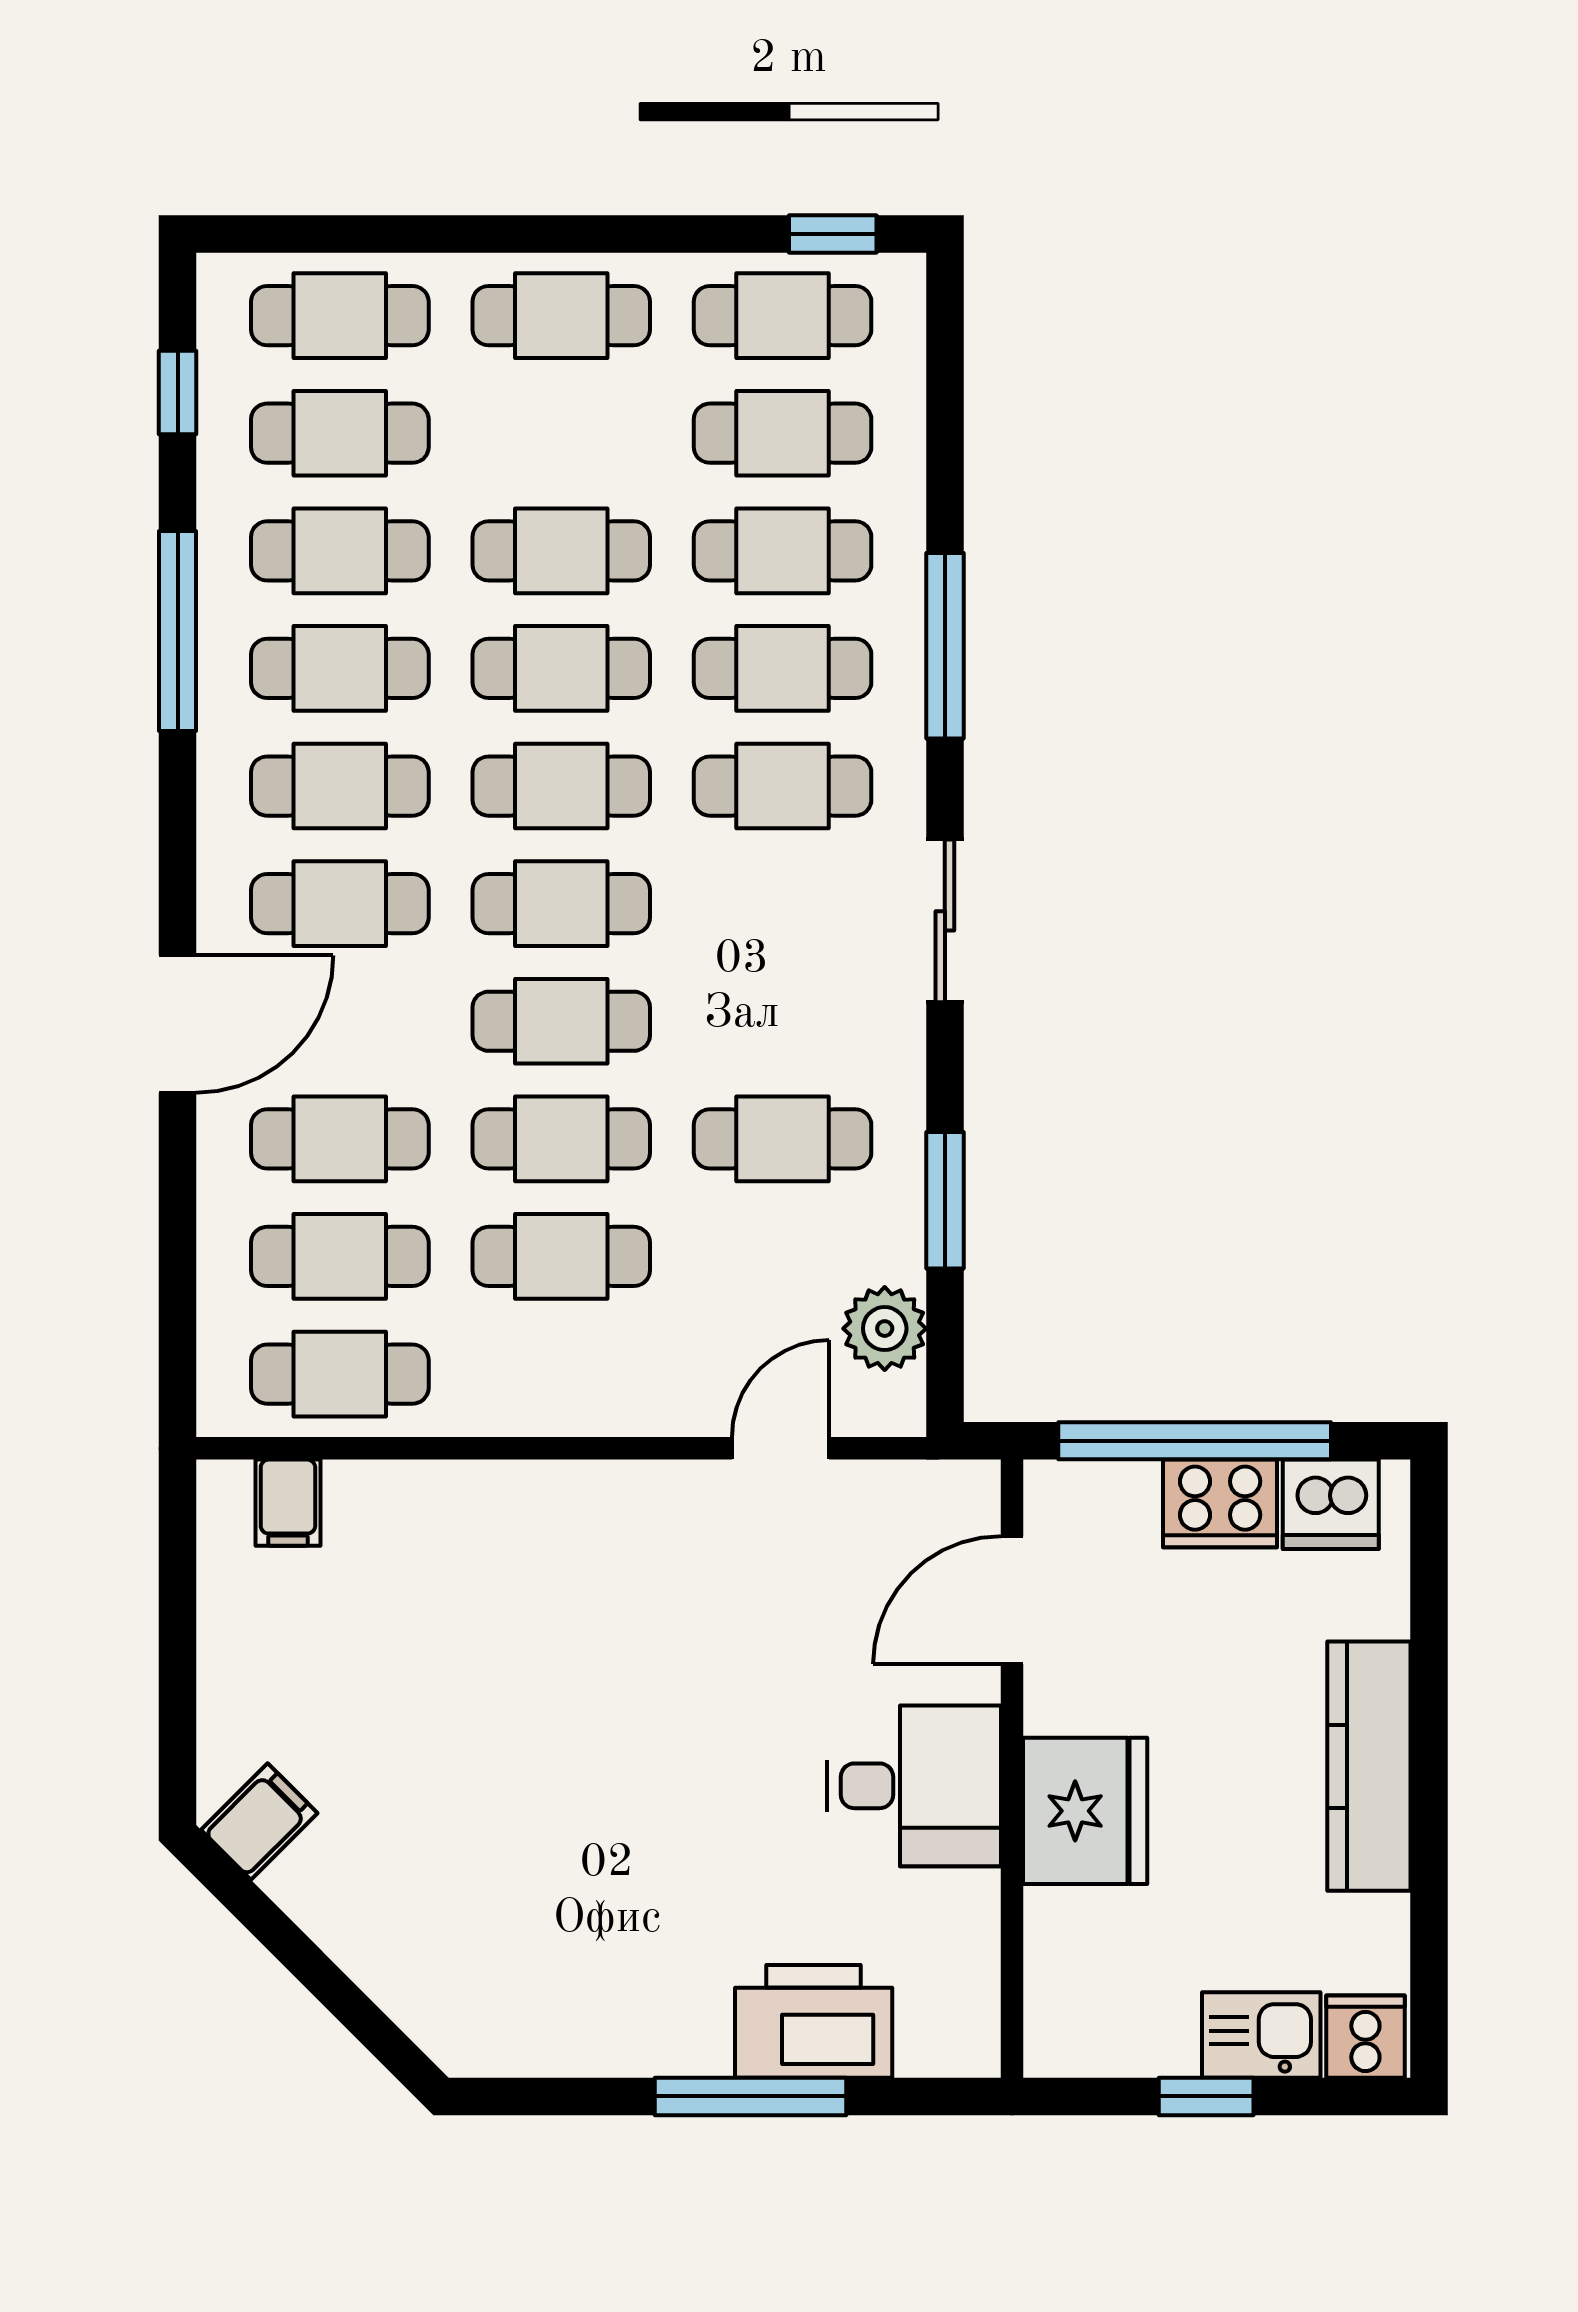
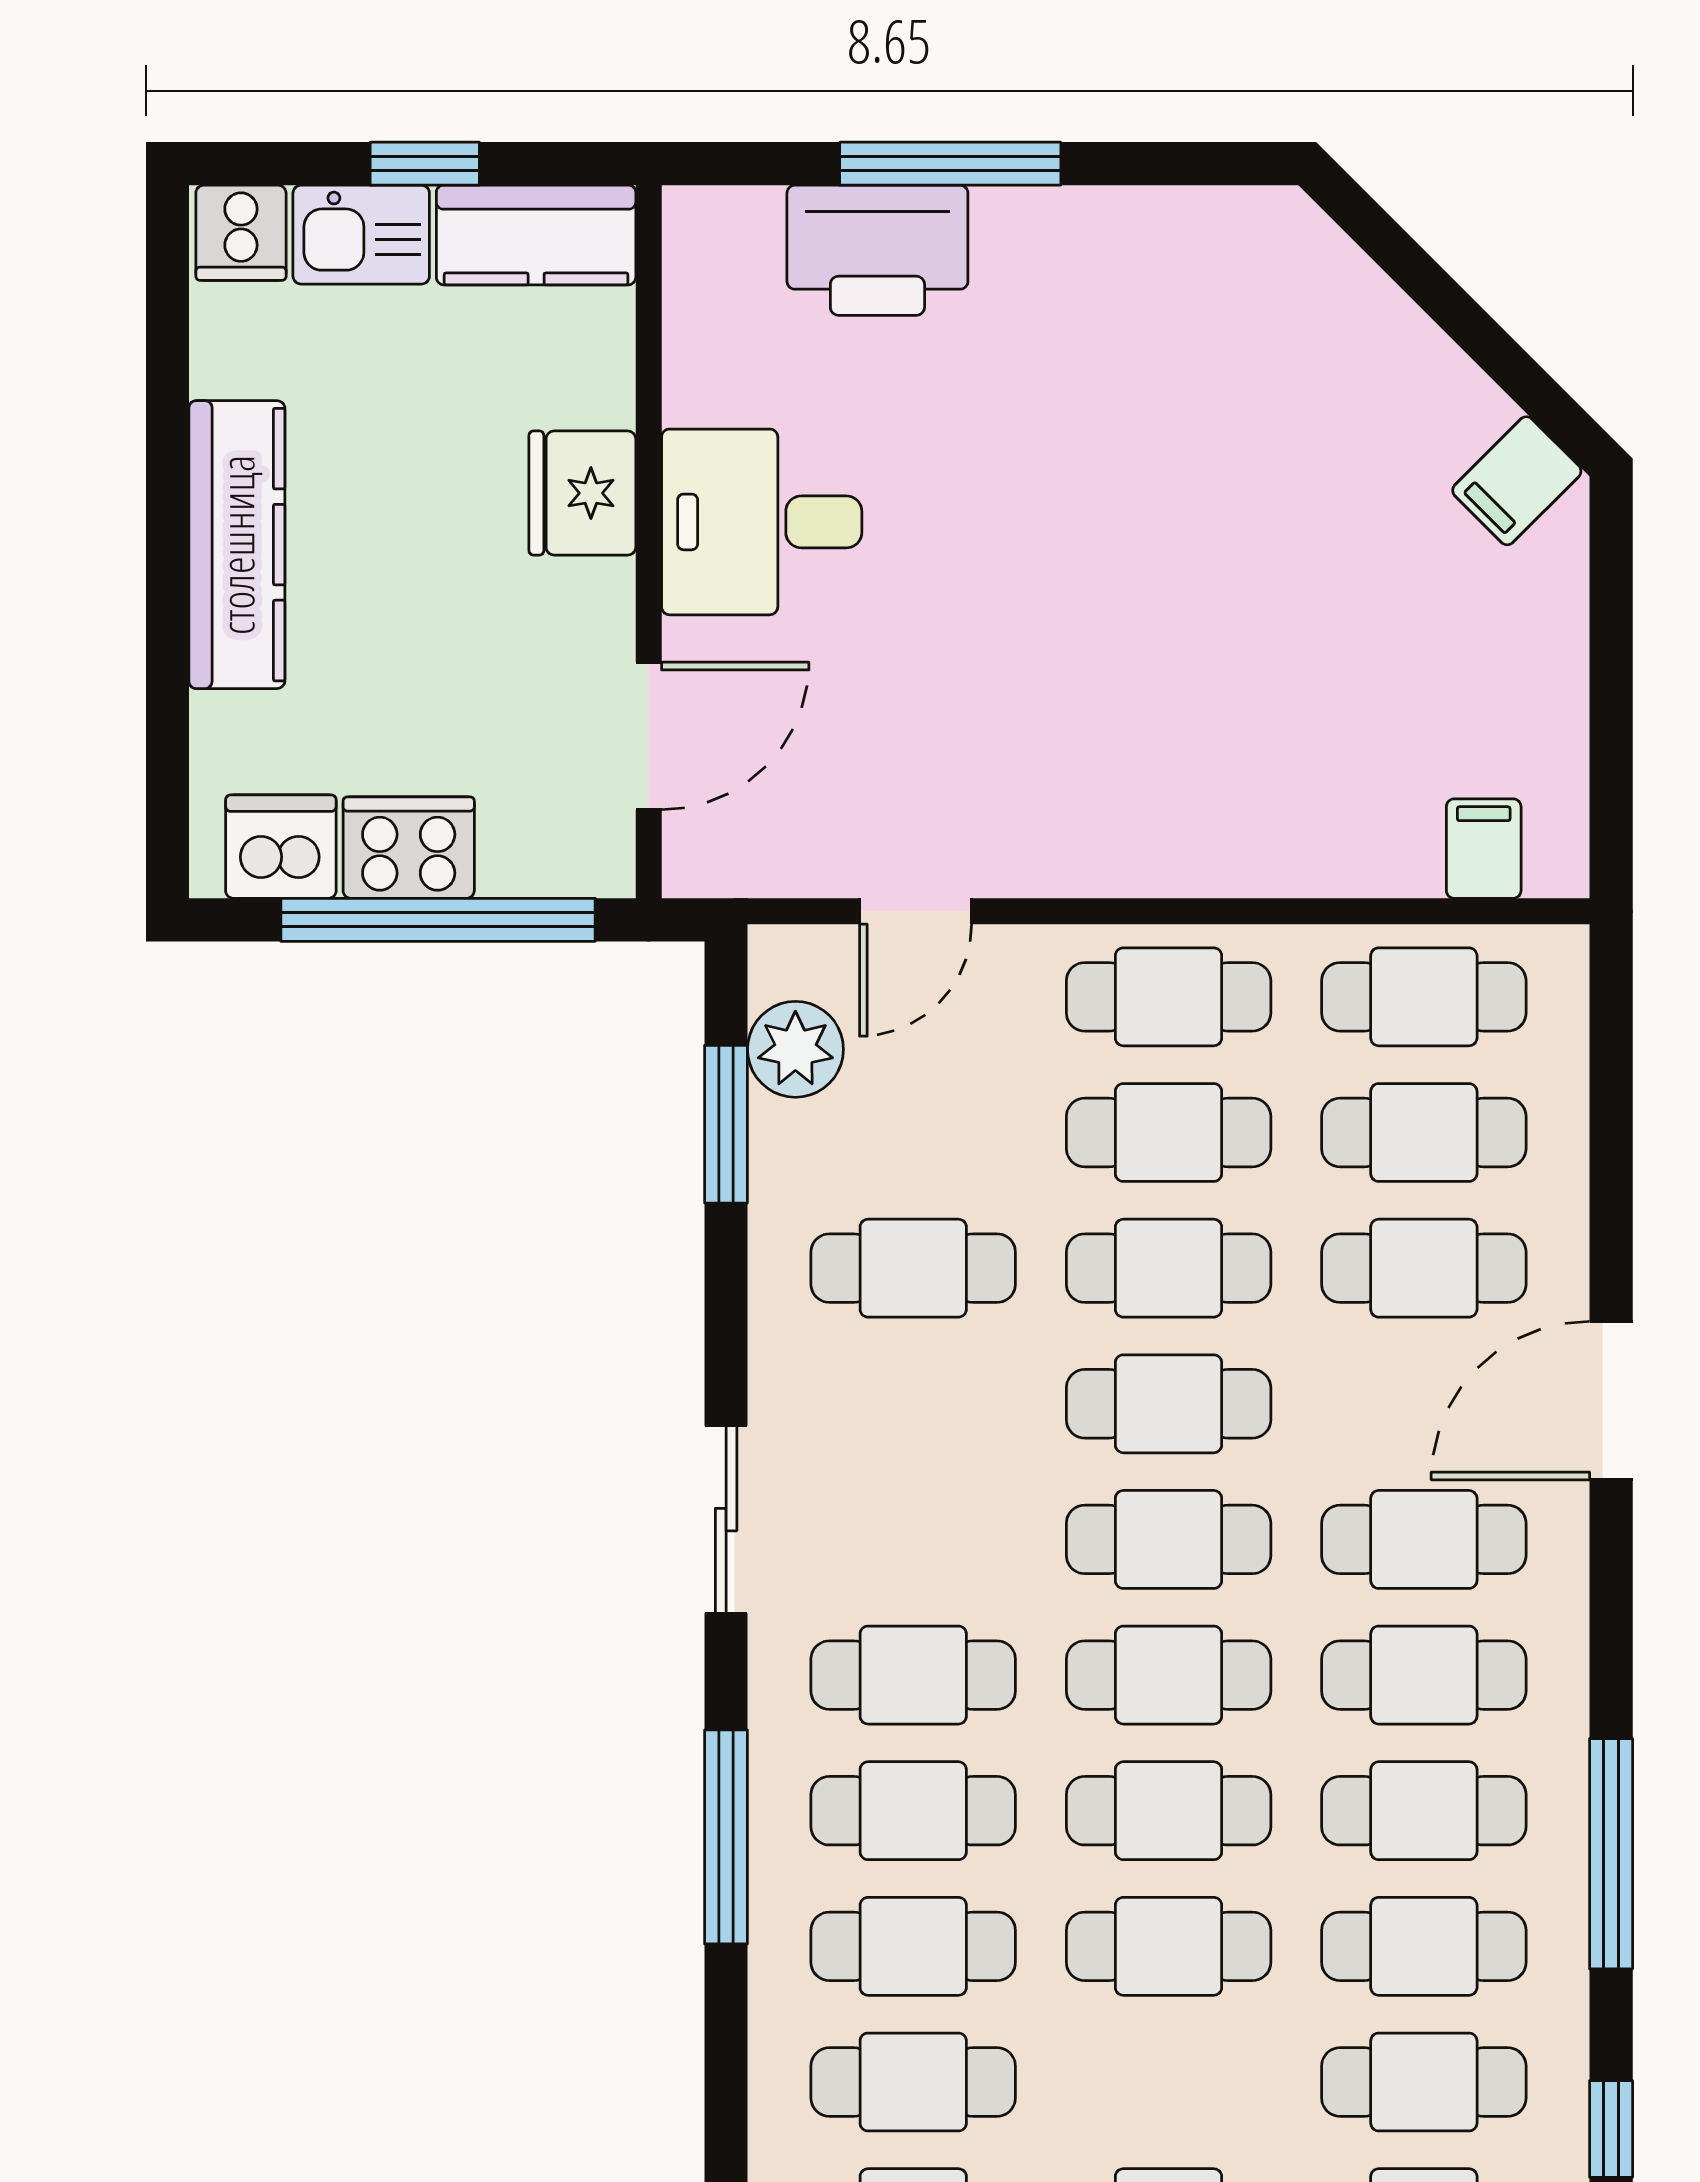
window: (945, 1200) -> (726, 1124), moved
cafe table: (561, 1374) -> (1169, 997), added
fridge: (1085, 1811) -> (582, 493), width x0.73, depth x0.75
kitchen counter: (1110, 2035) -> (536, 235), added

